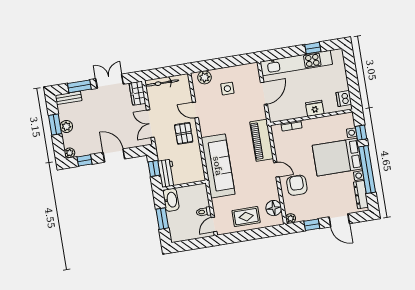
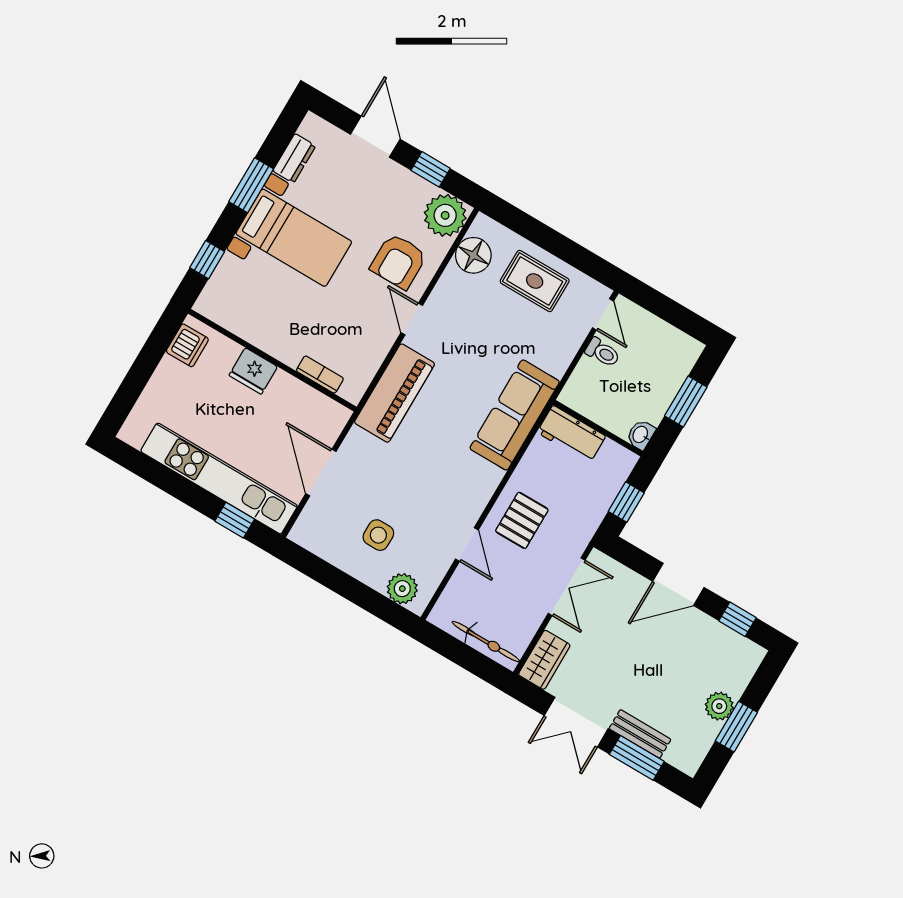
window: (313, 48) -> (235, 520), moved
door: (264, 93) -> (321, 473), hinge flipped
bench: (68, 98) -> (640, 734), moved
plant: (70, 153) -> (753, 655), removed
door: (114, 156) -> (678, 584), hinge flipped
bed with nightstands: (337, 157) -> (294, 238), width x0.73
sofa: (218, 166) -> (515, 415), width x0.74, depth x0.79
window: (367, 170) -> (251, 185), width x0.47
workbench: (167, 173) -> (571, 434), moved, turned -90
dresser: (361, 195) -> (294, 158), width x0.70
washbasin: (171, 200) -> (641, 435), width x0.52, depth x0.69
plant: (291, 218) -> (445, 215), width x1.88, depth x1.88
door: (214, 224) -> (603, 314), hinge flipped

